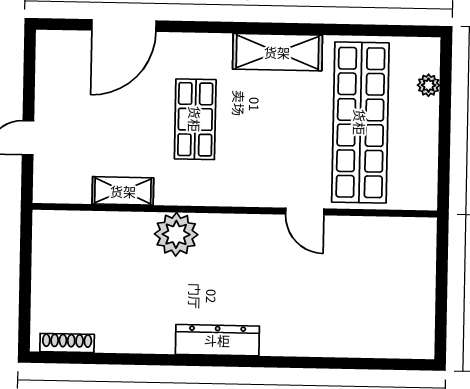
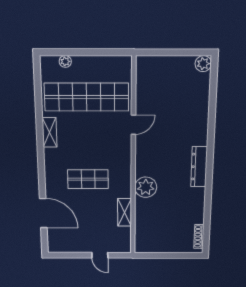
shelving: (277, 52) -> (50, 132), width x0.67, depth x0.75
plant: (420, 344) -> (203, 64), added

